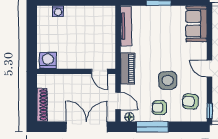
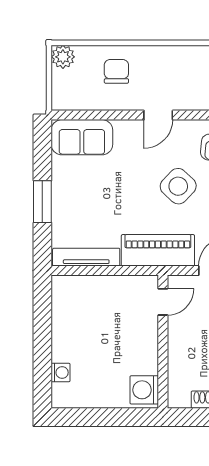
piano: (128, 68) -> (158, 250), width x1.37, depth x1.33
side table: (168, 80) -> (178, 186), turned 45

